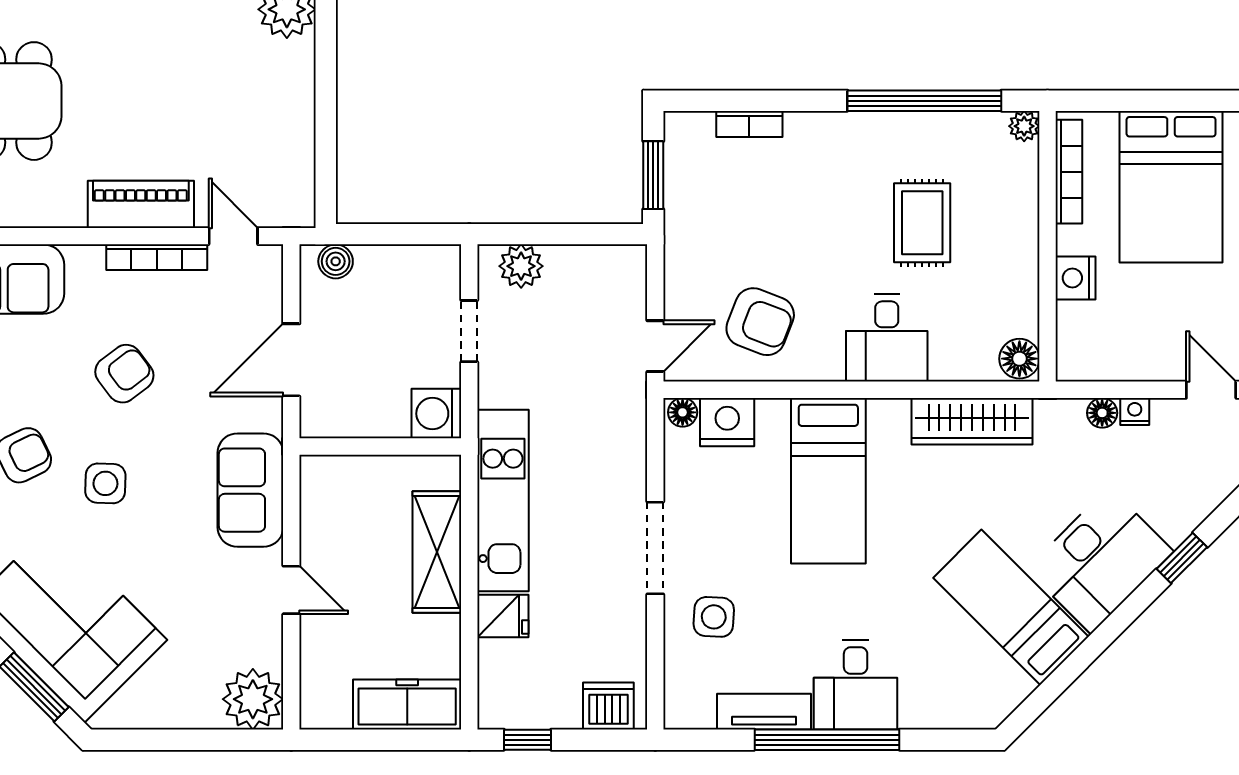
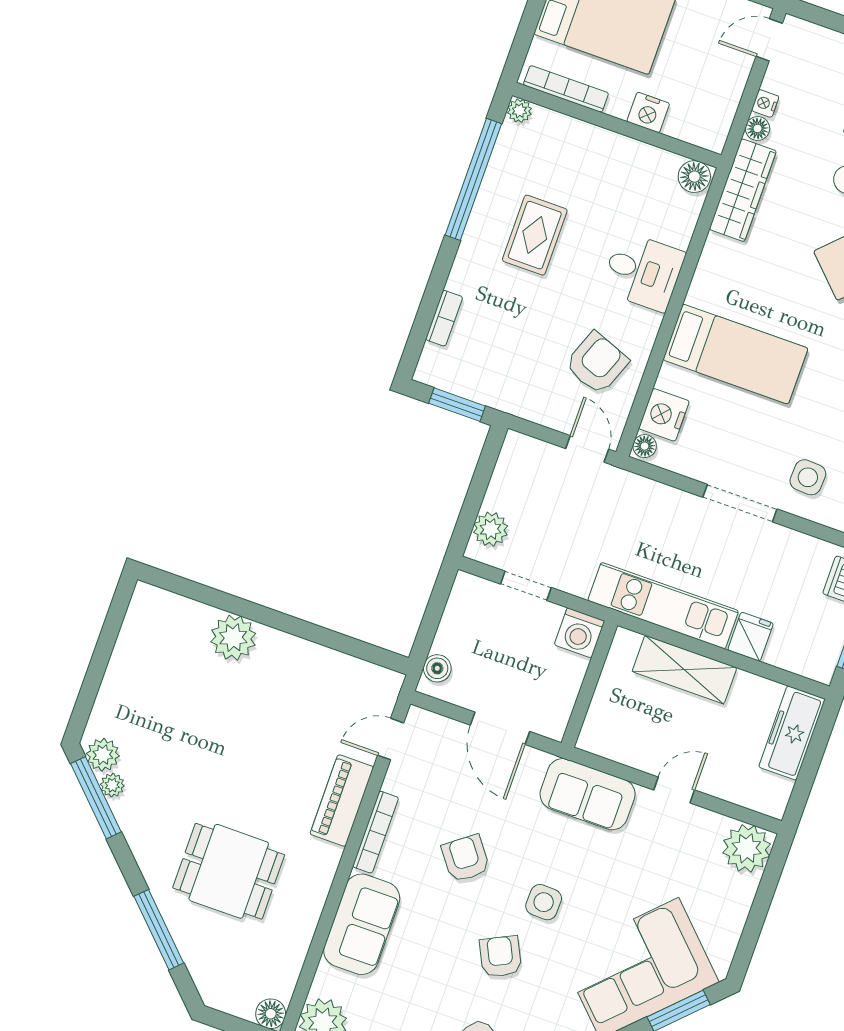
rug: (922, 223) -> (535, 235), moved, turned 90
bookcase: (157, 257) -> (376, 832), moved
wardrobe: (972, 421) -> (743, 190), moved

